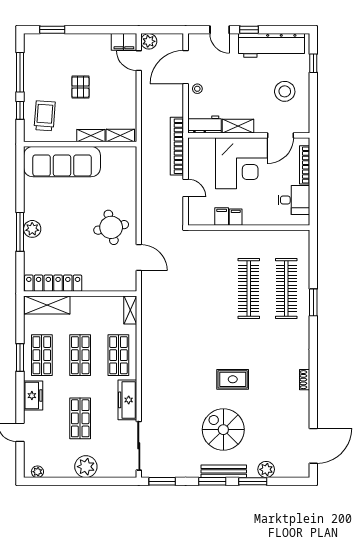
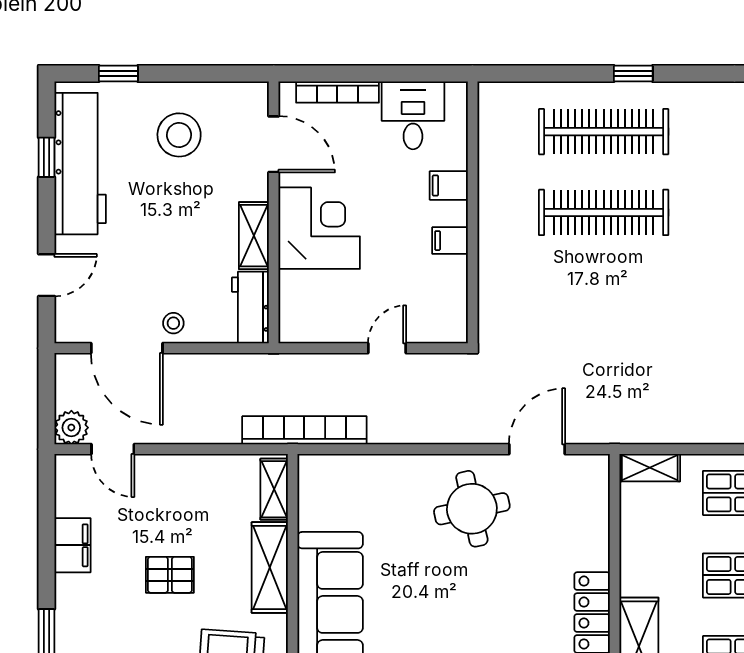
window: (249, 30) -> (46, 157), moved
filing cabinet: (124, 42) -> (72, 545), moved
door: (139, 61) -> (113, 449), hinge flipped
shelving: (91, 136) -> (270, 568), width x1.50, depth x1.33
bookcase: (177, 146) -> (304, 430), moved, turned 180
corner desk: (241, 163) -> (319, 228), width x0.74, depth x0.74
filing cabinet: (222, 217) -> (449, 186), moved
window: (313, 302) -> (633, 74), width x0.67

